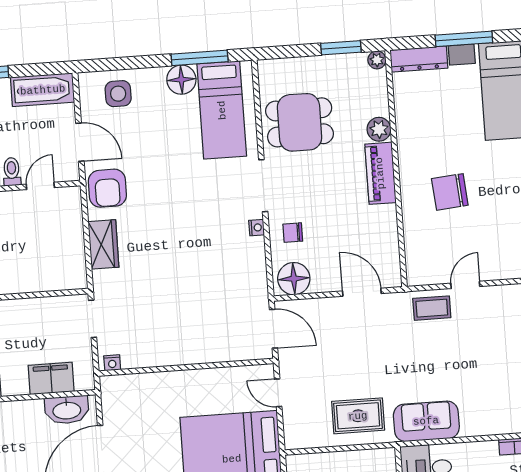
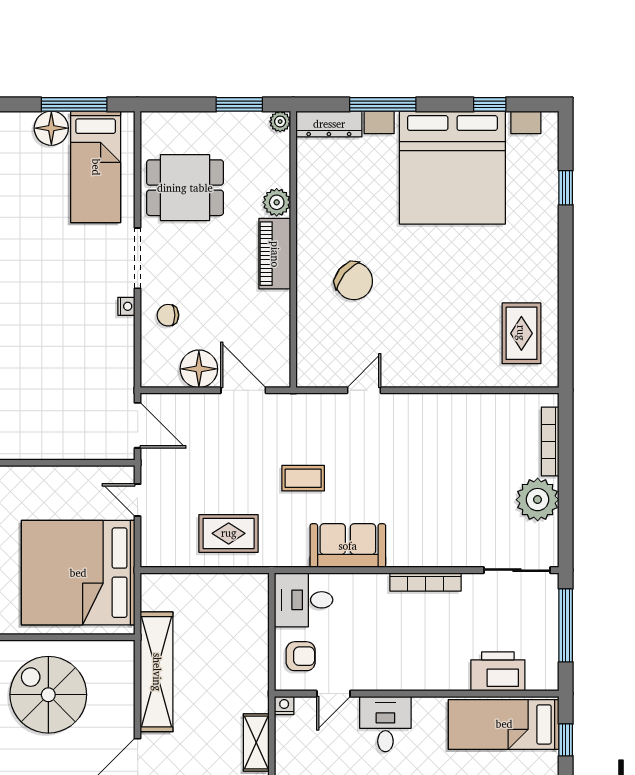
chair: (450, 192) -> (354, 281), turned -135
floor lamp: (294, 279) -> (199, 369), moved
coffee table: (432, 308) -> (303, 478), moved
sofa: (426, 421) -> (348, 546), moved

